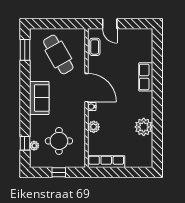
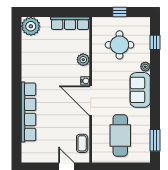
cafe table: (58, 54) -> (120, 135), turned 30
row of seats: (146, 77) -> (29, 112), width x2.02
plant: (144, 127) -> (31, 26), moved
plant: (34, 146) -> (145, 67), moved

